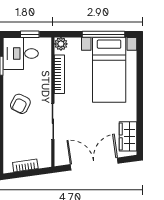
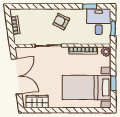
window: (103, 34) -> (113, 83), width x0.46

